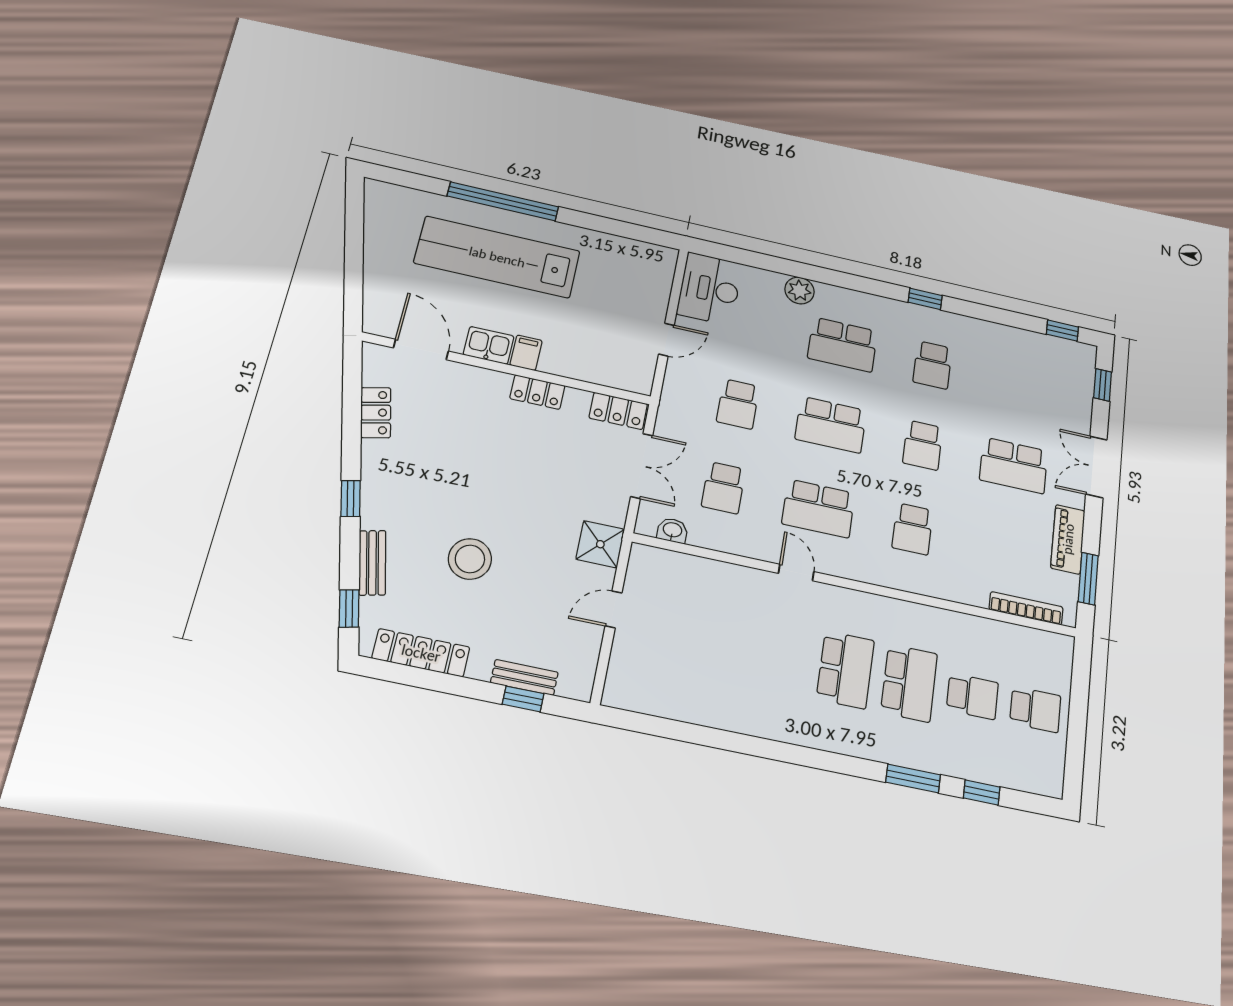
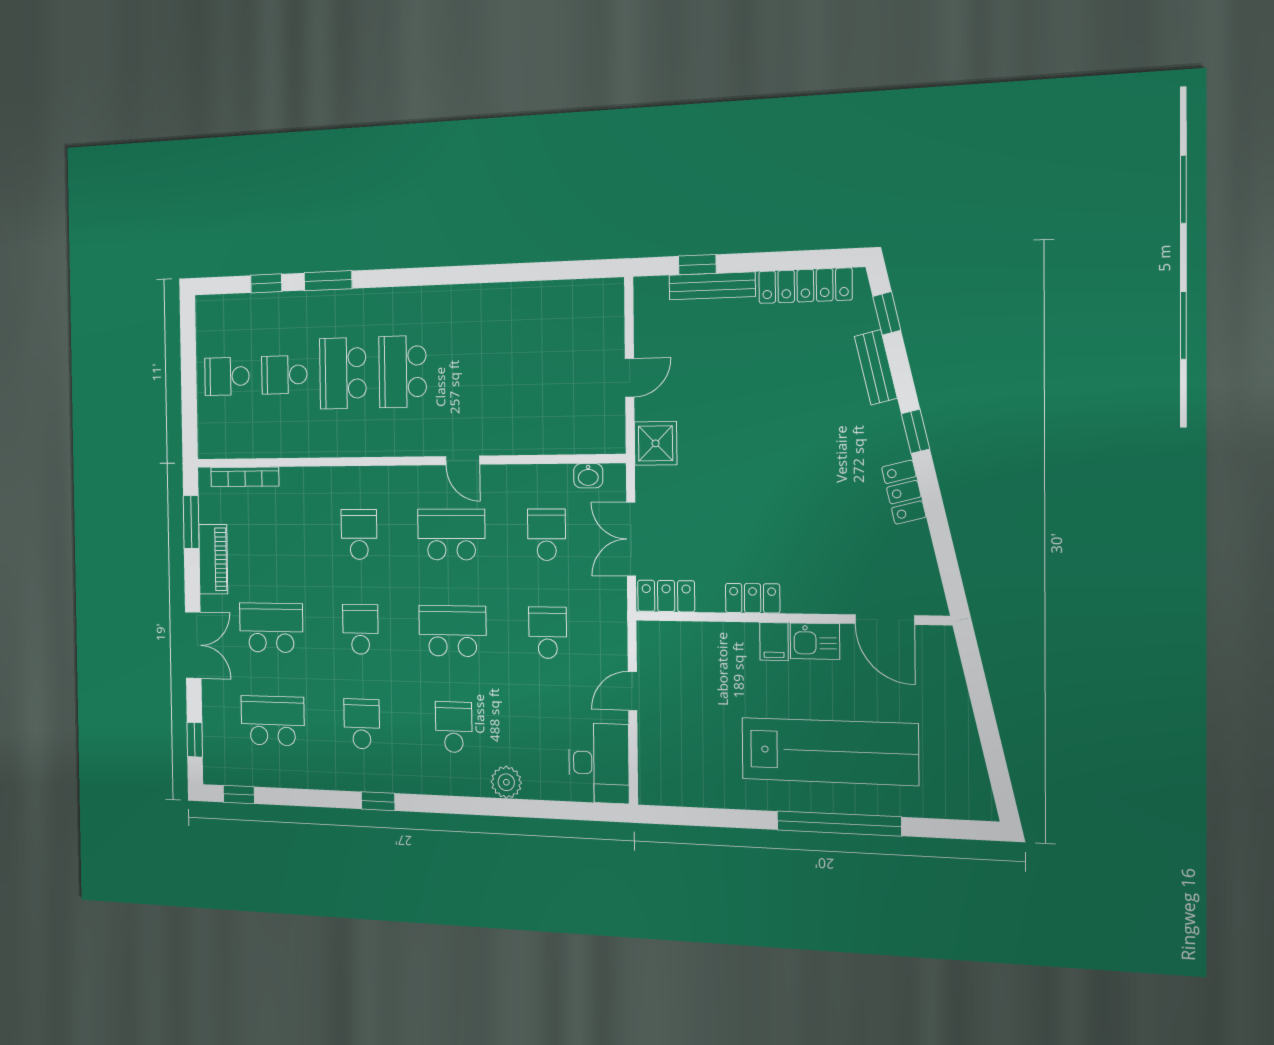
school desk: (843, 345) -> (454, 727), width x0.54
school desk: (1021, 385) -> (273, 721), added
locker: (376, 413) -> (904, 492), moved
stool: (470, 559) -> (780, 396), removed
bench: (524, 677) -> (712, 286), width x1.36

